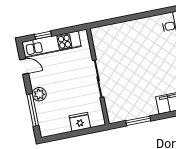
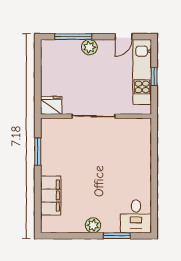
window: (43, 35) -> (154, 77), moved
fridge: (80, 122) -> (51, 105), moved, turned -90

